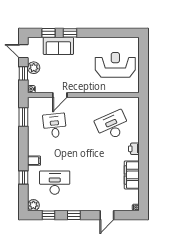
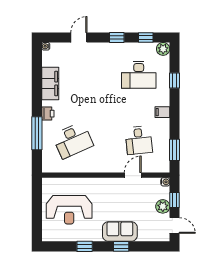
window: (49, 33) -> (85, 246), moved
sofa: (58, 46) -> (120, 231), moved
window: (144, 132) -> (37, 133), added
filing cabinet: (34, 161) -> (162, 112), moved

